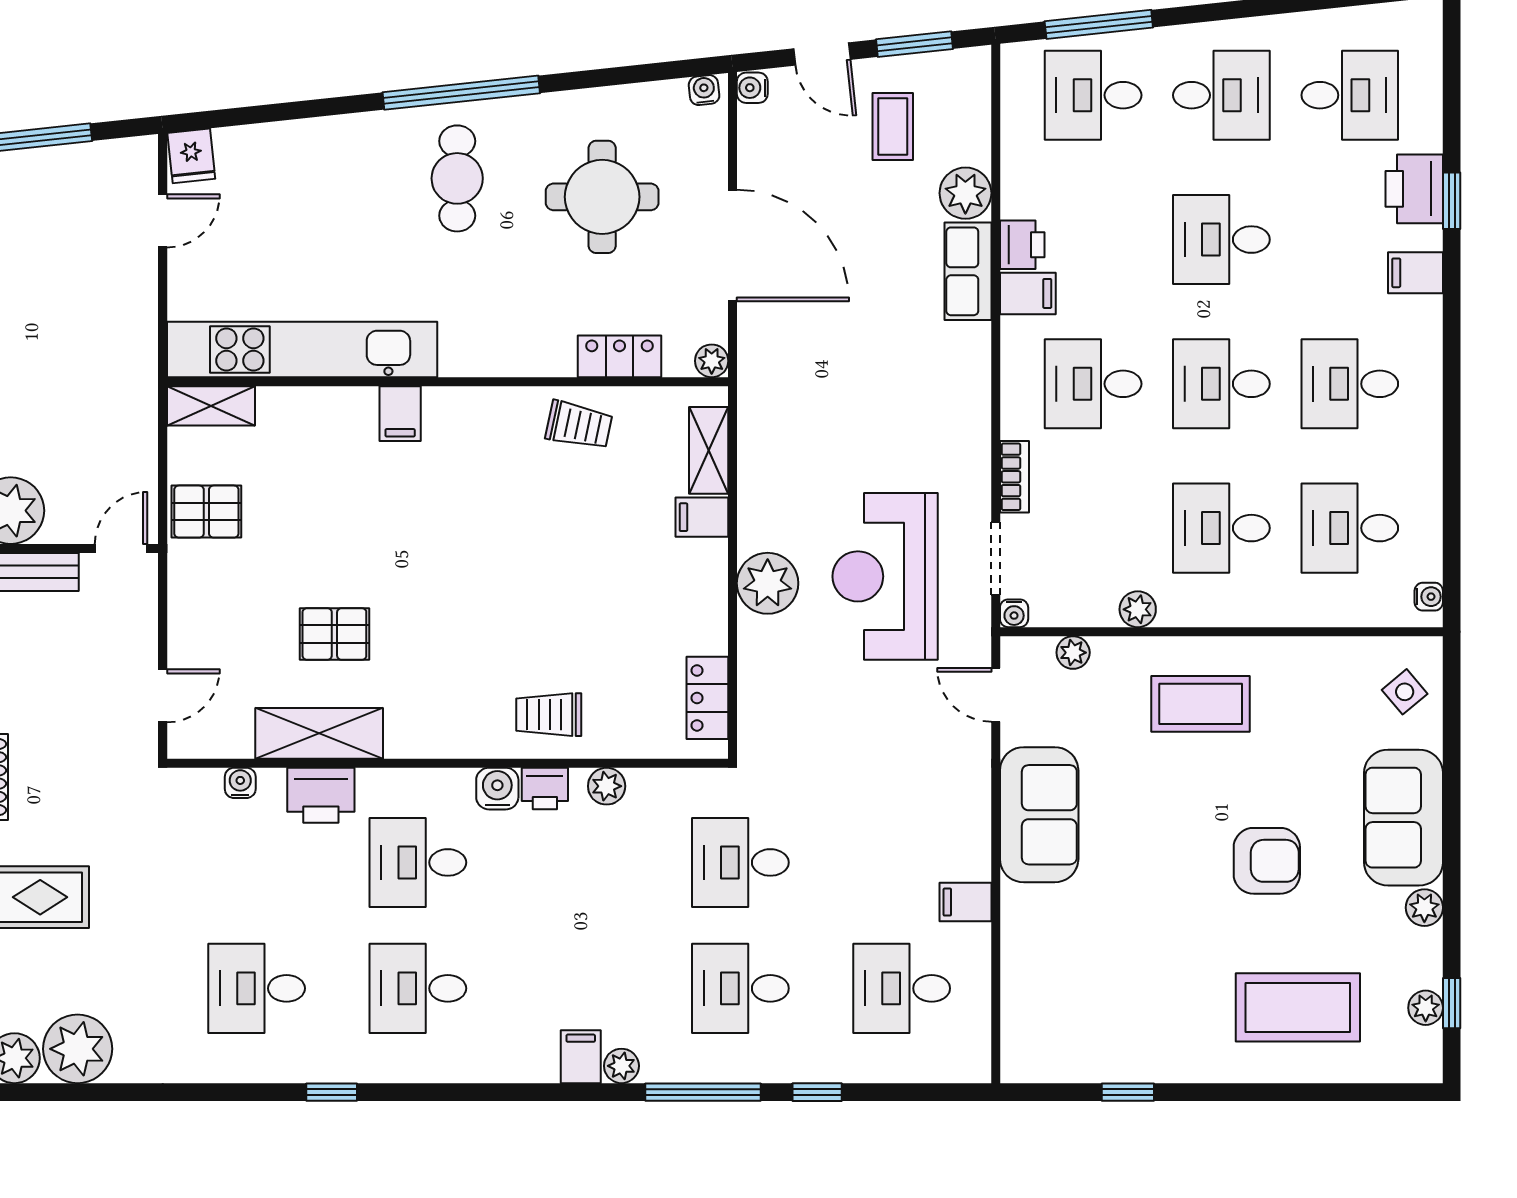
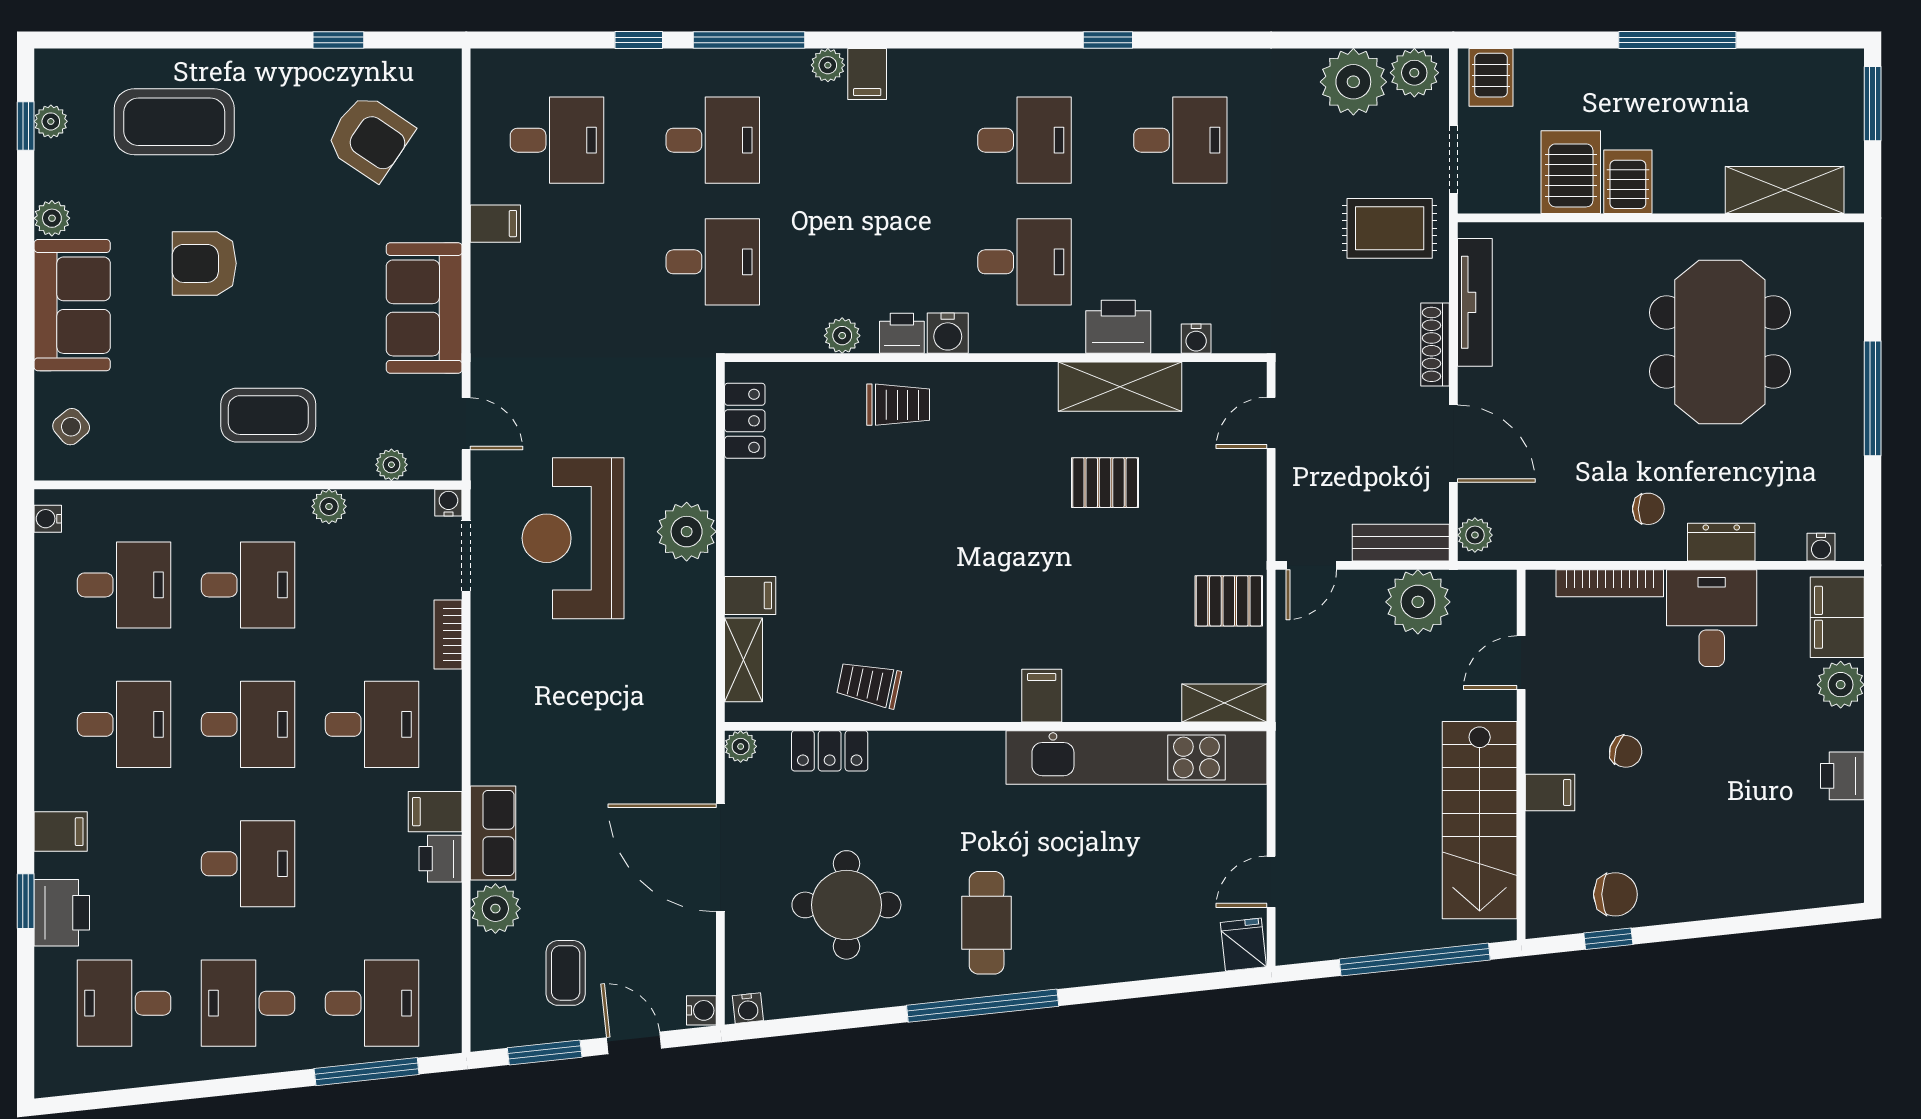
reception desk: (885, 576) -> (573, 538), turned 180
armchair: (1096, 991) -> (370, 137), added

